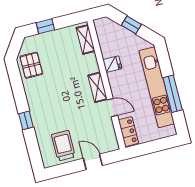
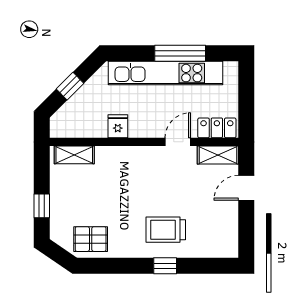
shelving: (98, 87) -> (218, 155), moved
trolley: (63, 146) -> (166, 230), moved

